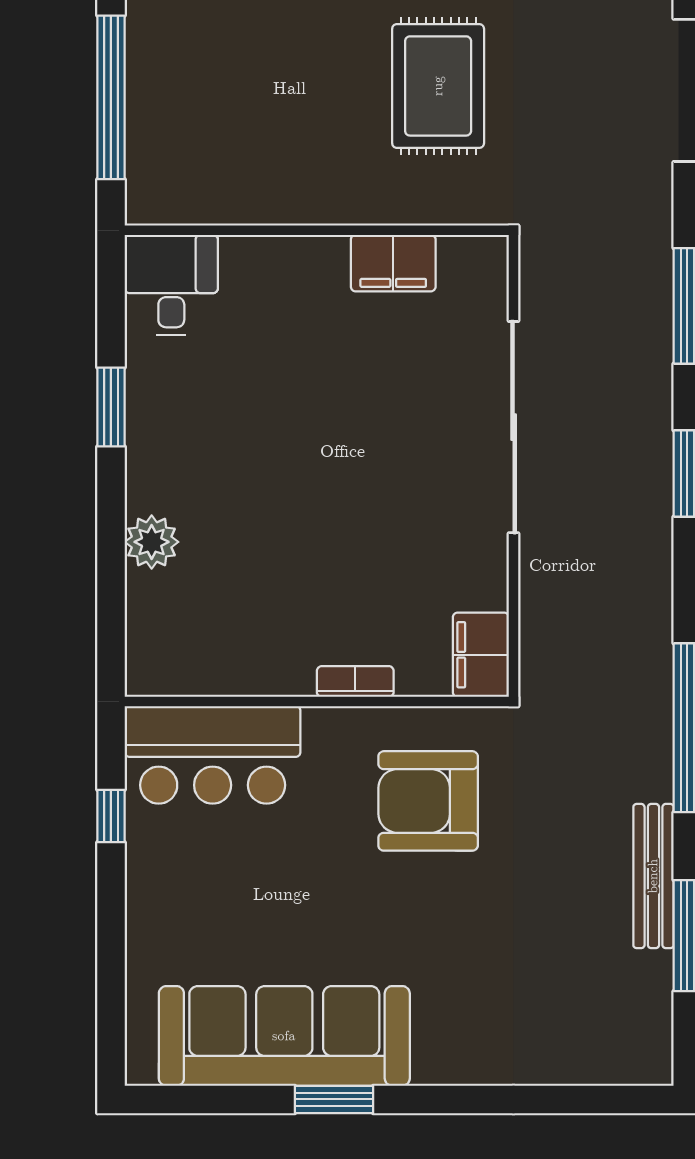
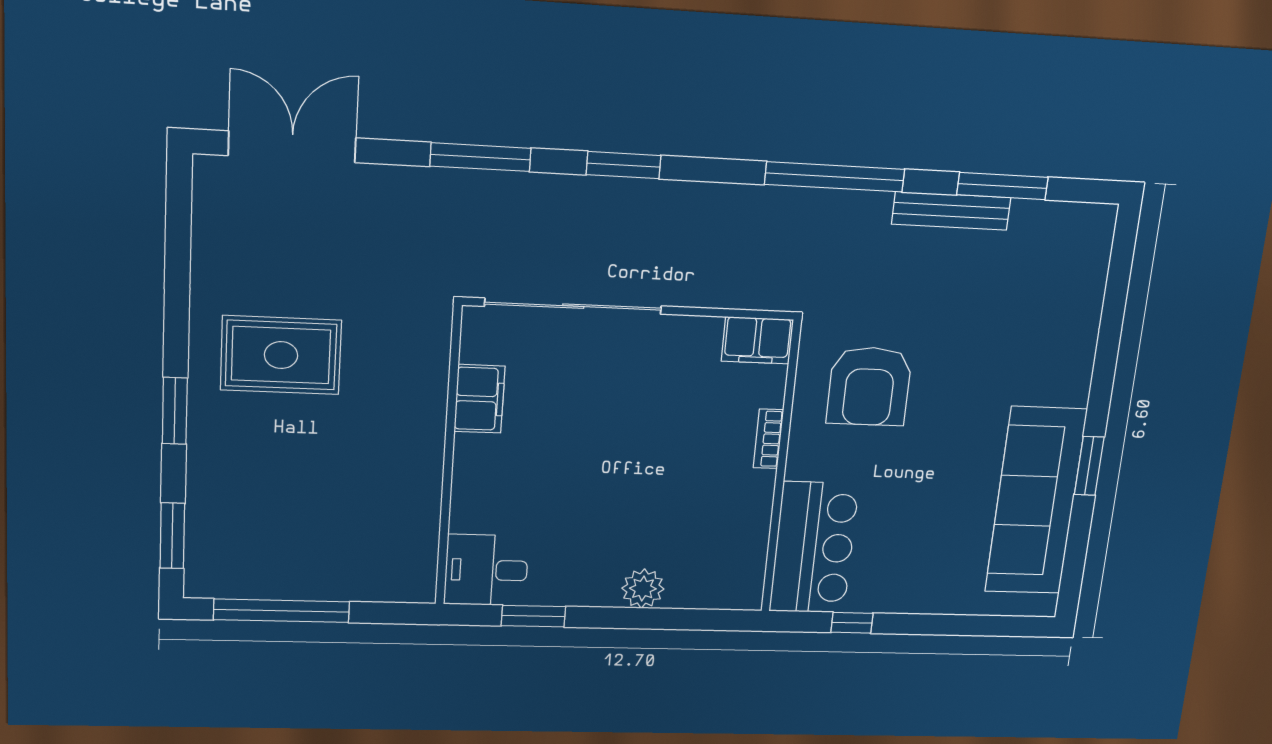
wall: (317, 230) -> (449, 458), moved
filing cabinet: (393, 263) -> (479, 399), moved
desk: (171, 285) -> (486, 570), moved

